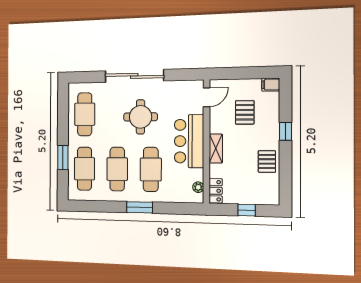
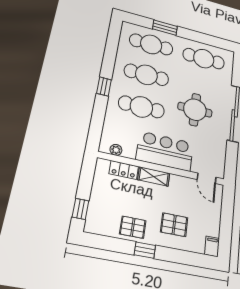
pallet: (245, 112) -> (174, 225), moved
window: (286, 131) -> (145, 250), moved
locker: (216, 191) -> (124, 170), moved
window: (140, 207) -> (104, 86), width x0.67
window: (247, 210) -> (80, 209), moved

